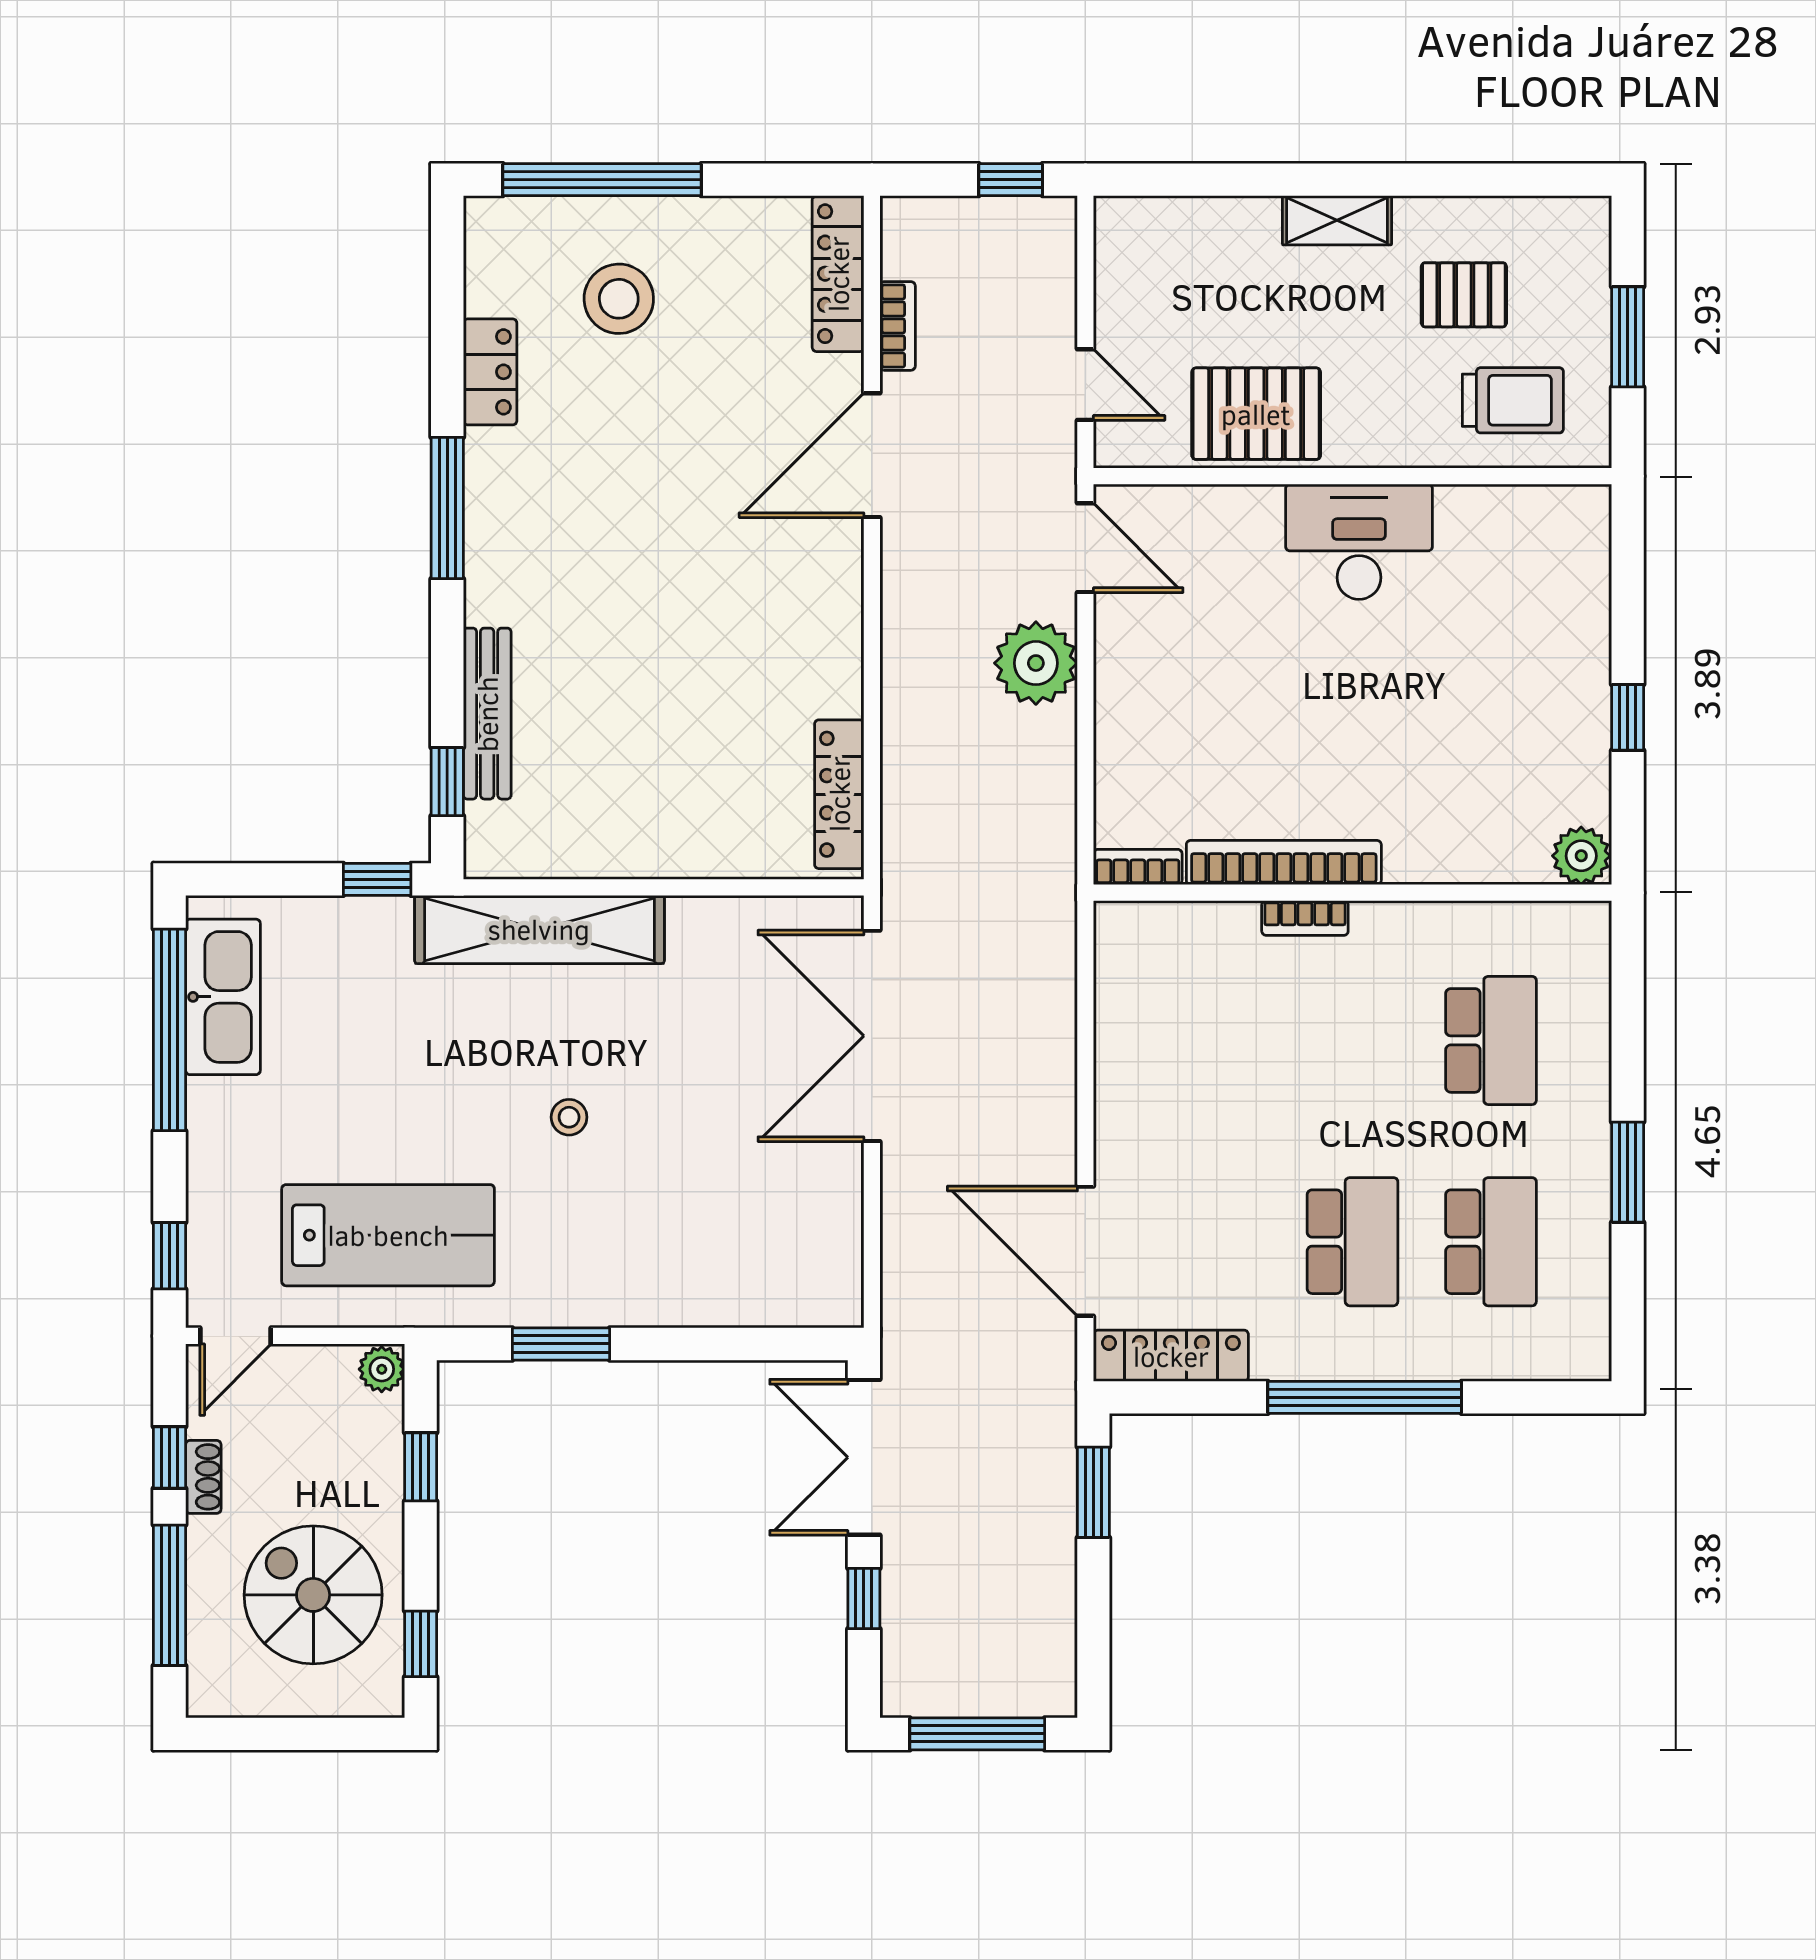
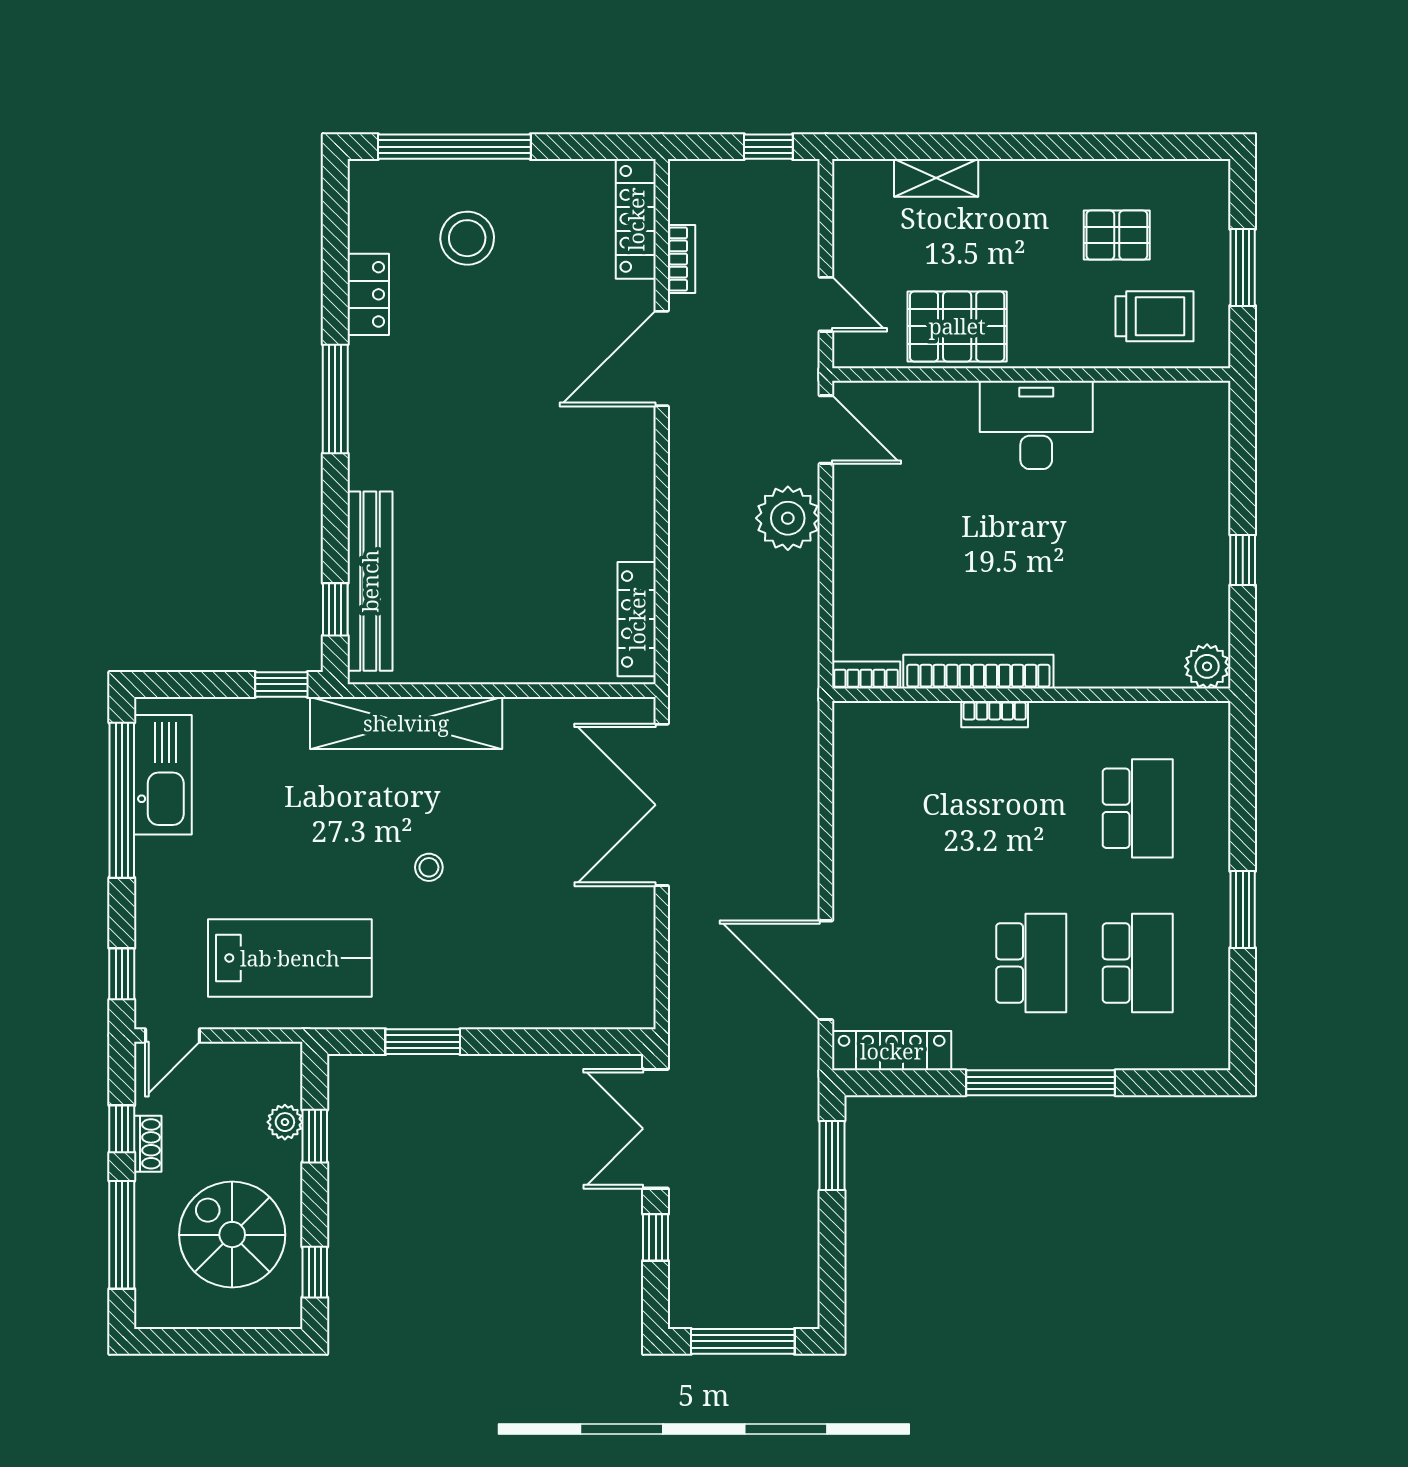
shelving: (1337, 220) -> (936, 178), moved
bench: (487, 714) -> (370, 581), width x1.37, depth x1.21
plant: (382, 1369) -> (285, 1122), moved

